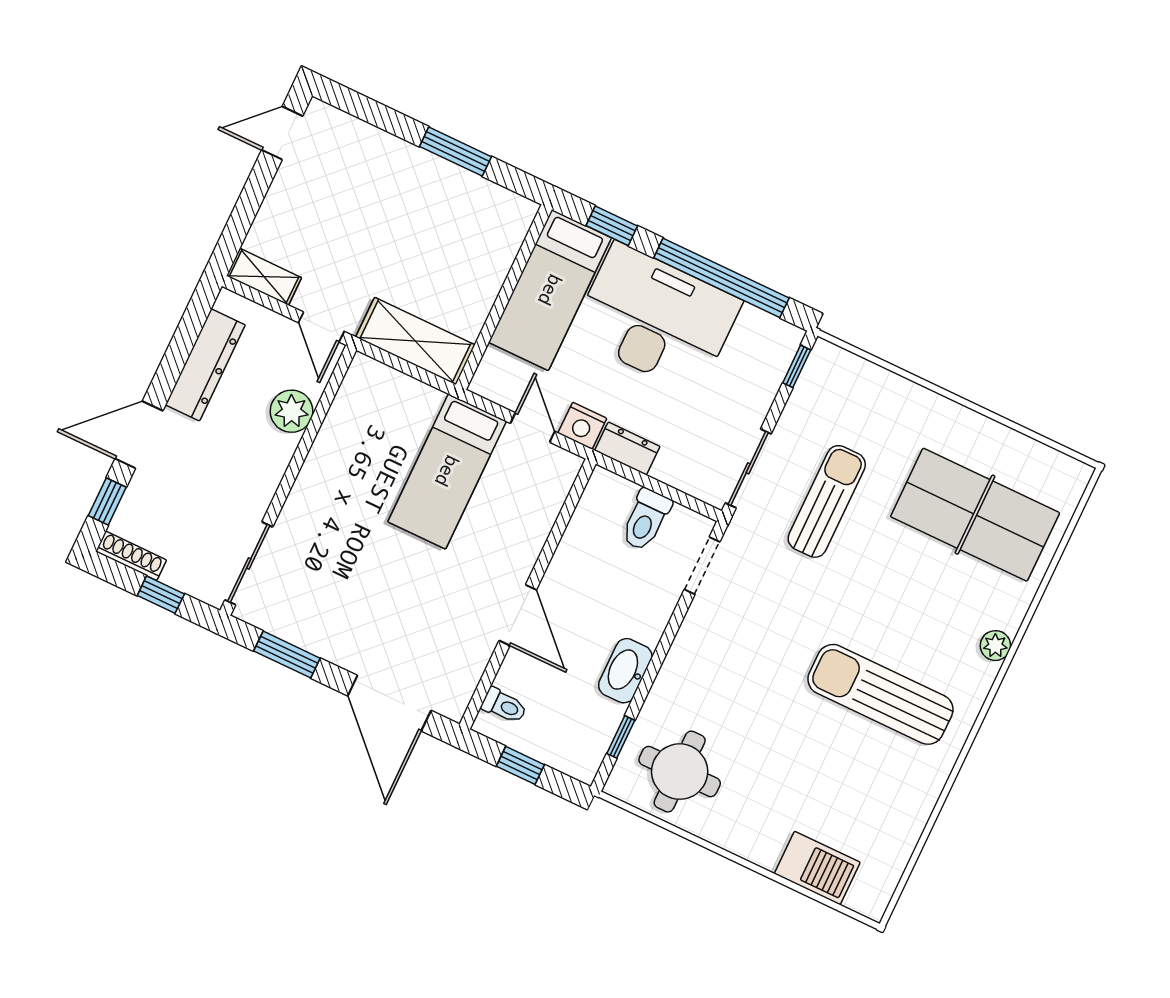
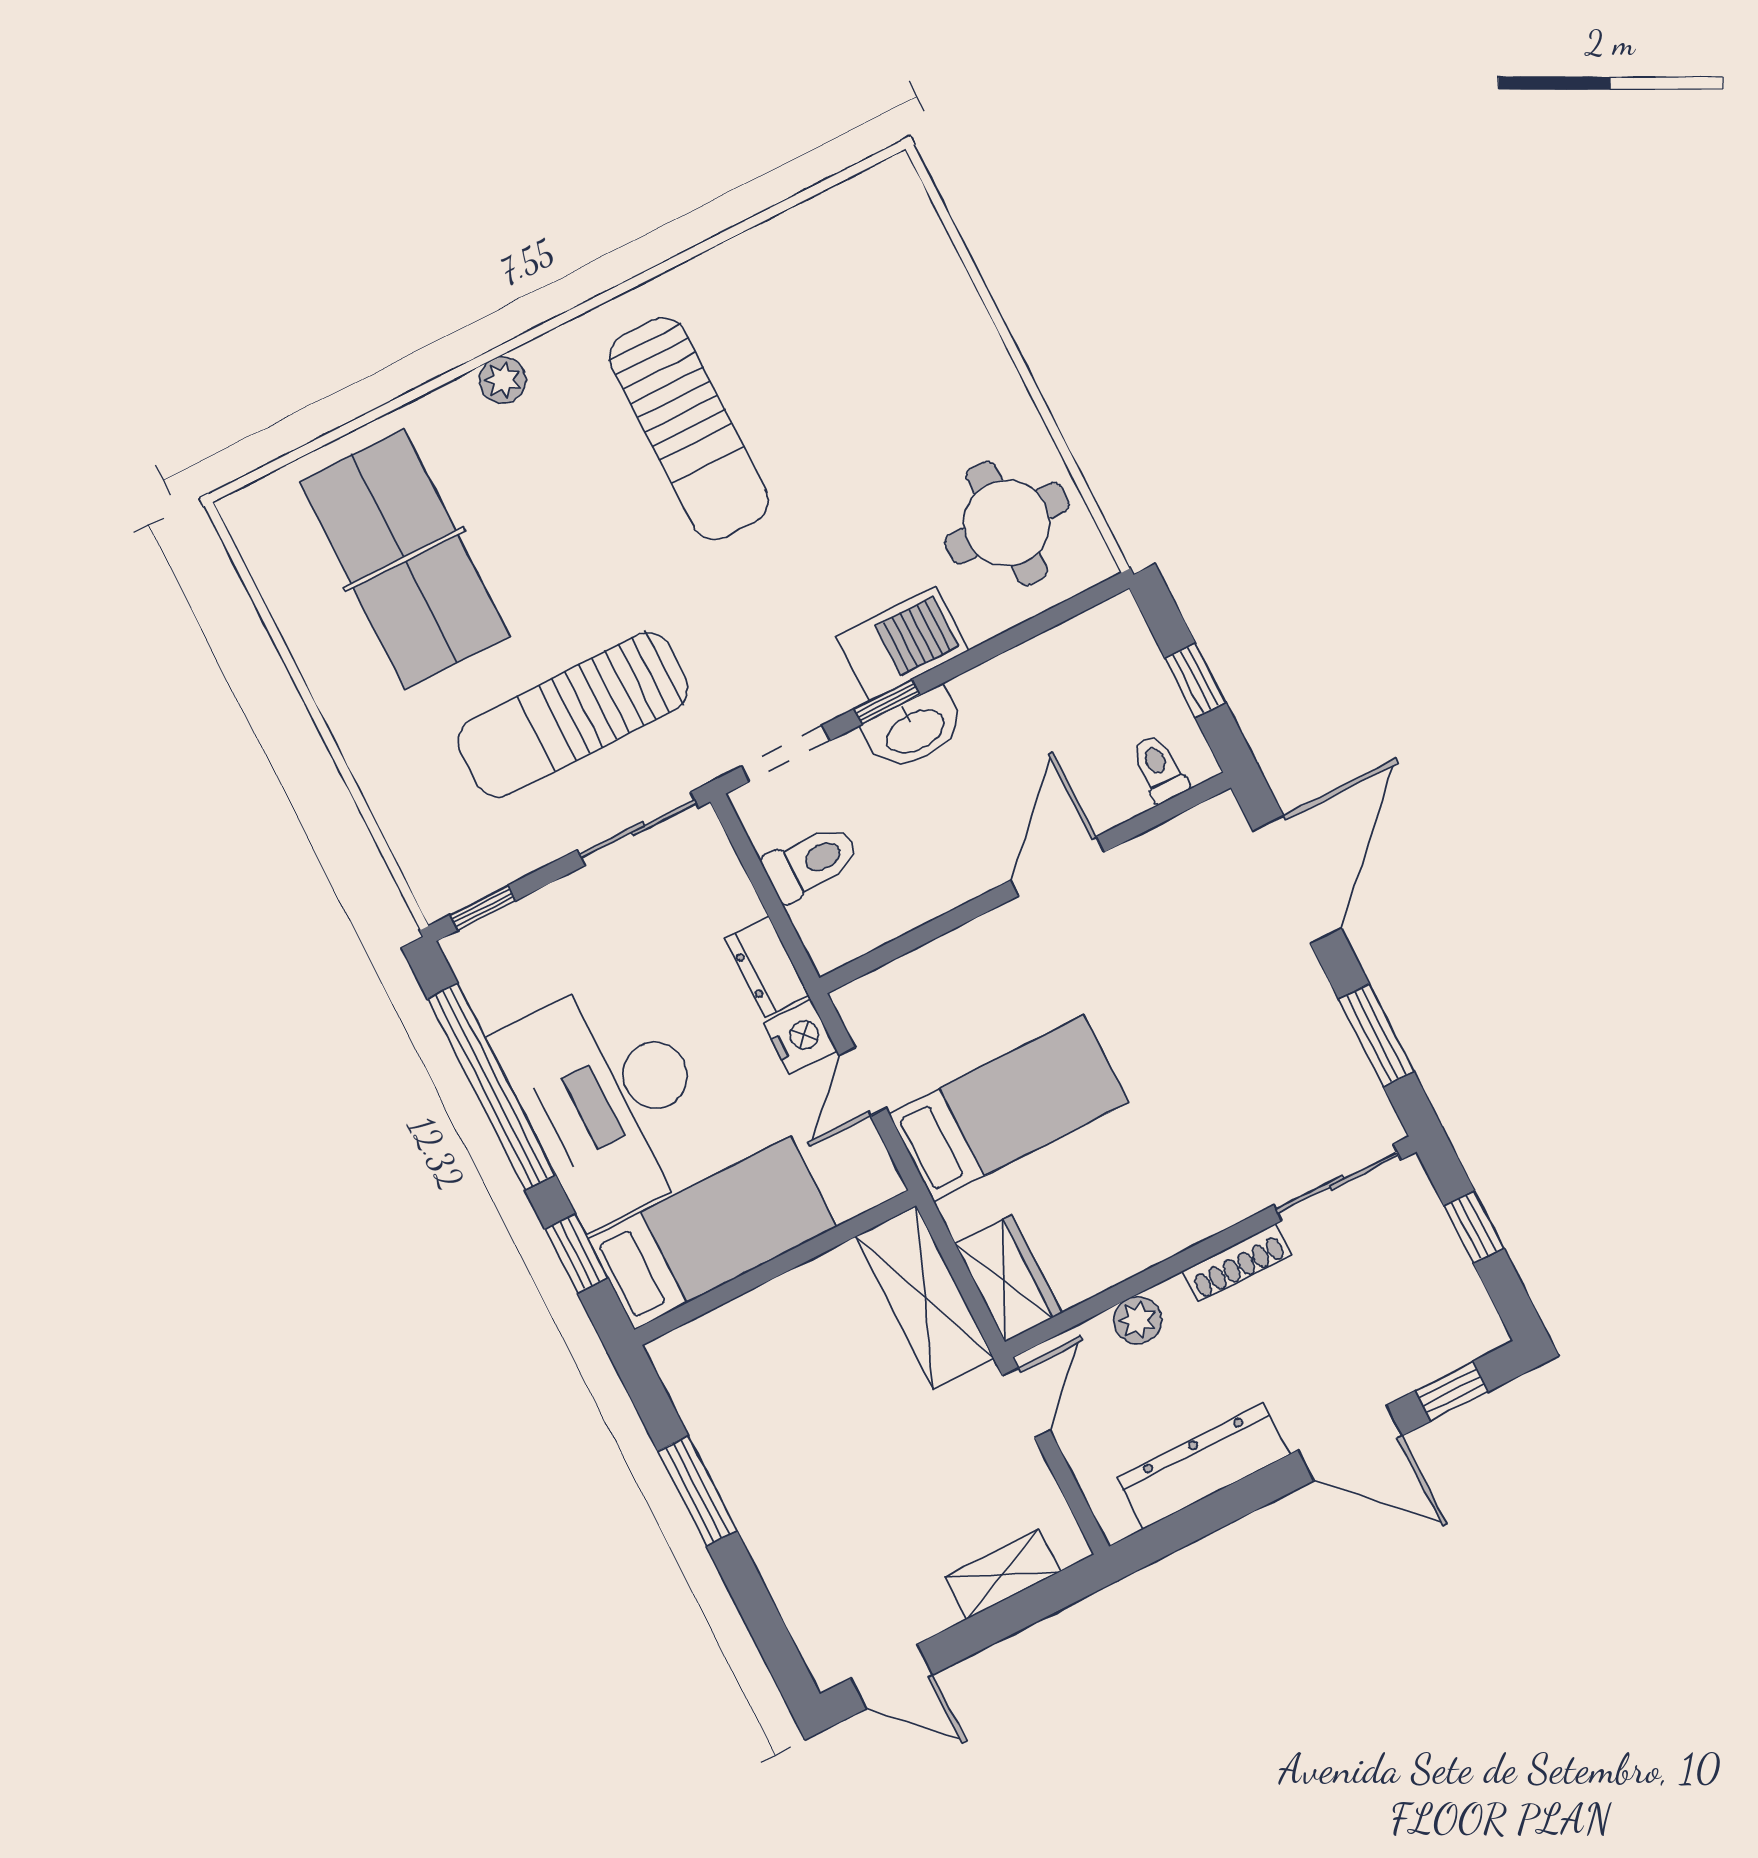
shelving: (264, 277) -> (1003, 1574), moved, turned 90
wardrobe: (380, 384) -> (1008, 1278), added
plant: (292, 411) -> (1138, 1320), width x0.73, depth x0.73
sun lounger: (827, 501) -> (573, 715), width x1.36, depth x1.34
shoe rack: (131, 556) -> (1237, 1263), moved, turned -90
washbasin: (625, 671) -> (914, 730), moved
window: (621, 737) -> (887, 702), moved
barbecue: (817, 868) -> (902, 644), moved, turned 90

